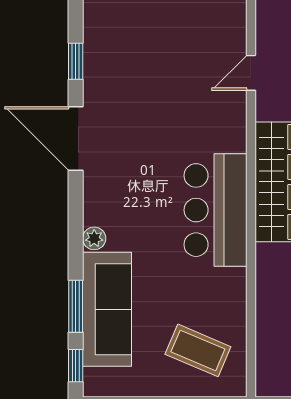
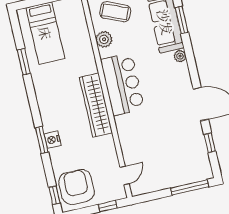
door: (251, 73) -> (125, 176), moved
plant: (231, 303) -> (104, 39), added

